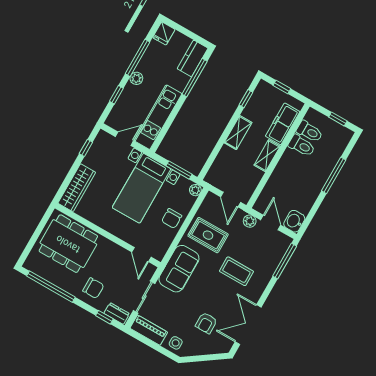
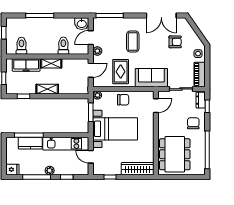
kitchen counter: (193, 58) -> (30, 143), moved
toilet: (302, 146) -> (63, 46), moved

